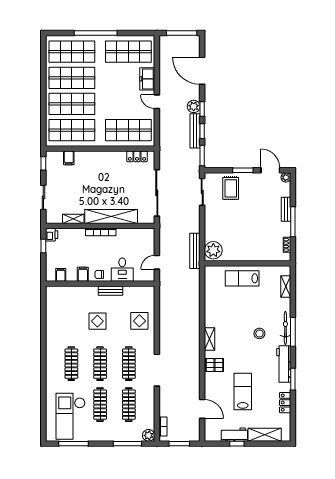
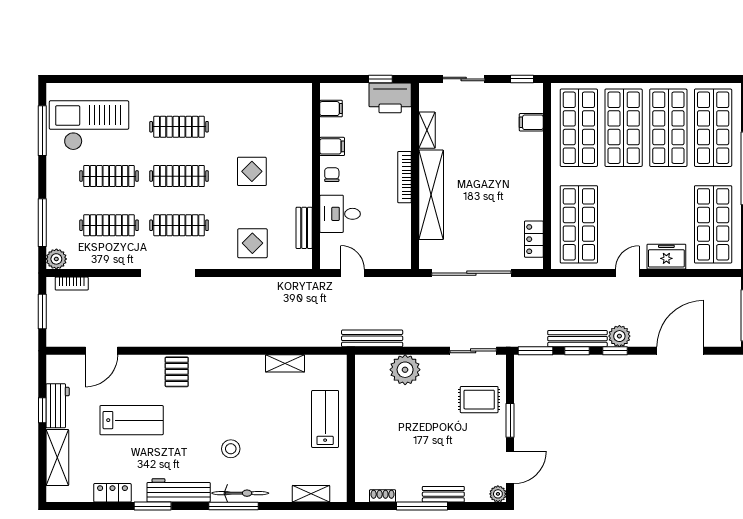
printer: (52, 235) -> (390, 98), width x1.87, depth x1.48
plant: (213, 250) -> (405, 370), moved
bench: (110, 291) -> (304, 228), moved
shelving: (210, 339) -> (285, 363), moved

